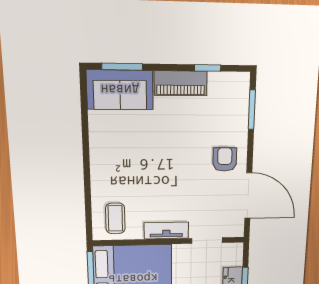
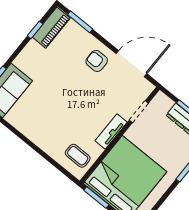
piano: (181, 83) -> (51, 28), moved

